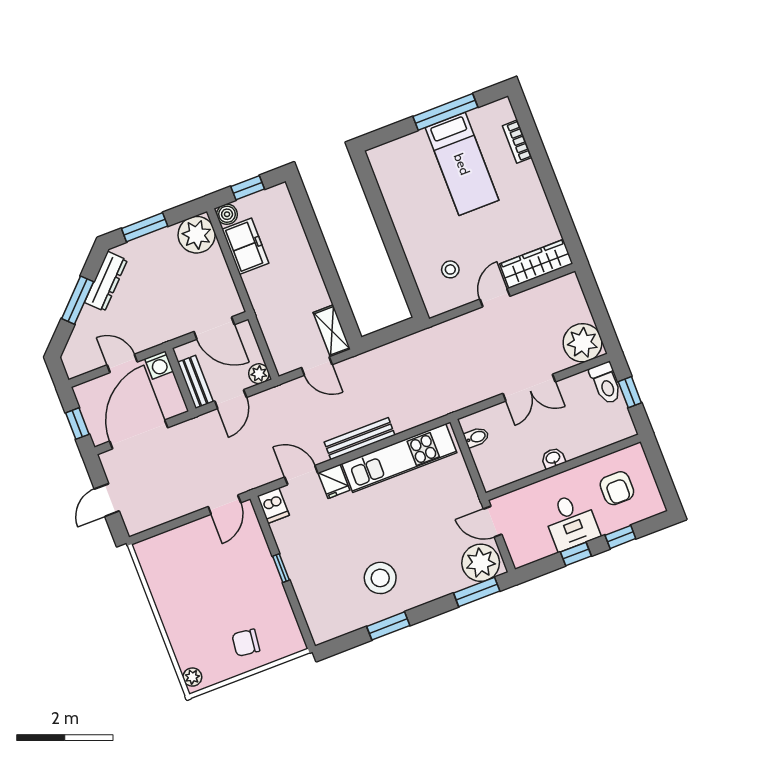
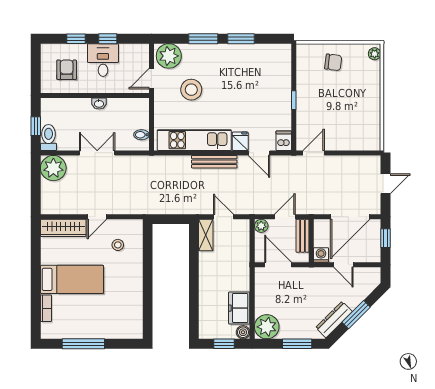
bed: (462, 164) -> (72, 279), moved, turned 90
door: (493, 522) -> (152, 79), swing flipped
stool: (380, 578) -> (191, 90), moved
window: (477, 592) -> (203, 39), moved

